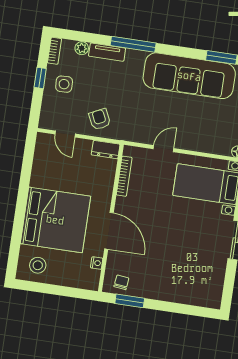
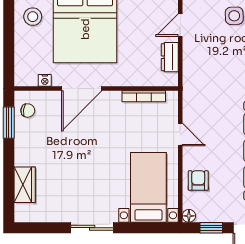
armchair: (100, 119) -> (198, 180), moved, turned -64
dresser: (106, 150) -> (170, 57), moved
wardrobe: (188, 295) -> (25, 185), added

